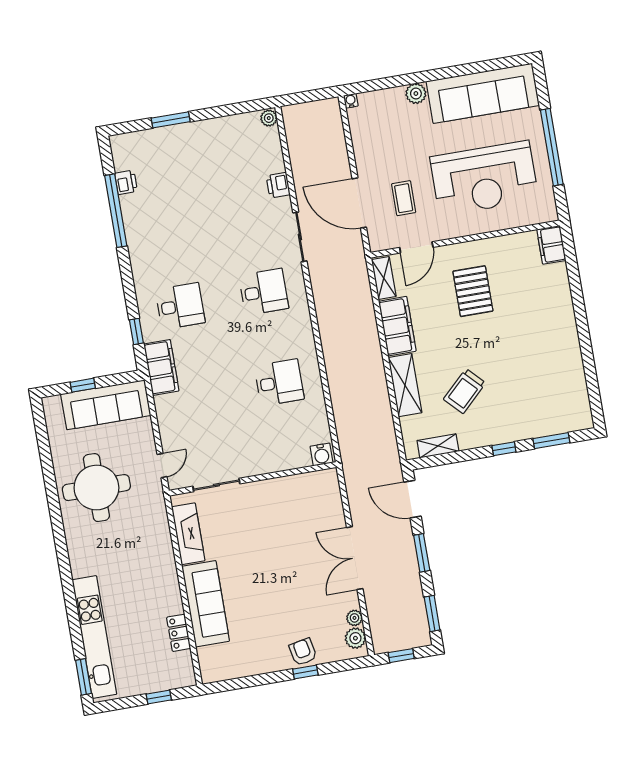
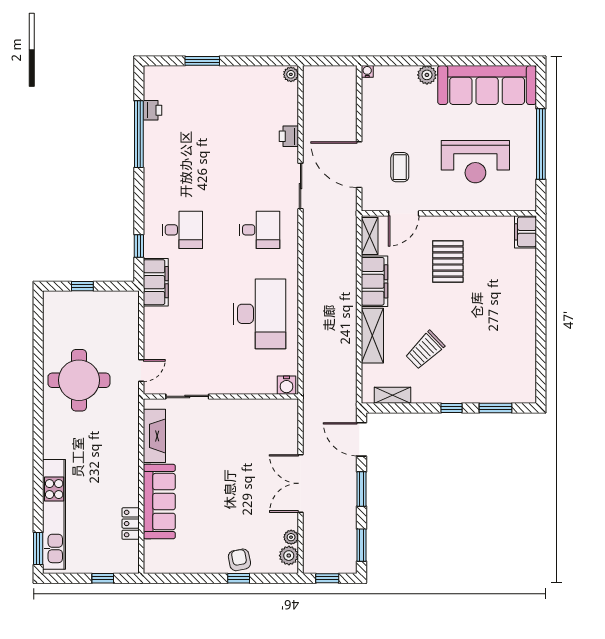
reception desk: (484, 178) -> (475, 162), width x0.74, depth x0.77
desk: (279, 382) -> (260, 314), width x1.87, depth x1.30
sofa: (106, 405) -> (100, 307), removed

